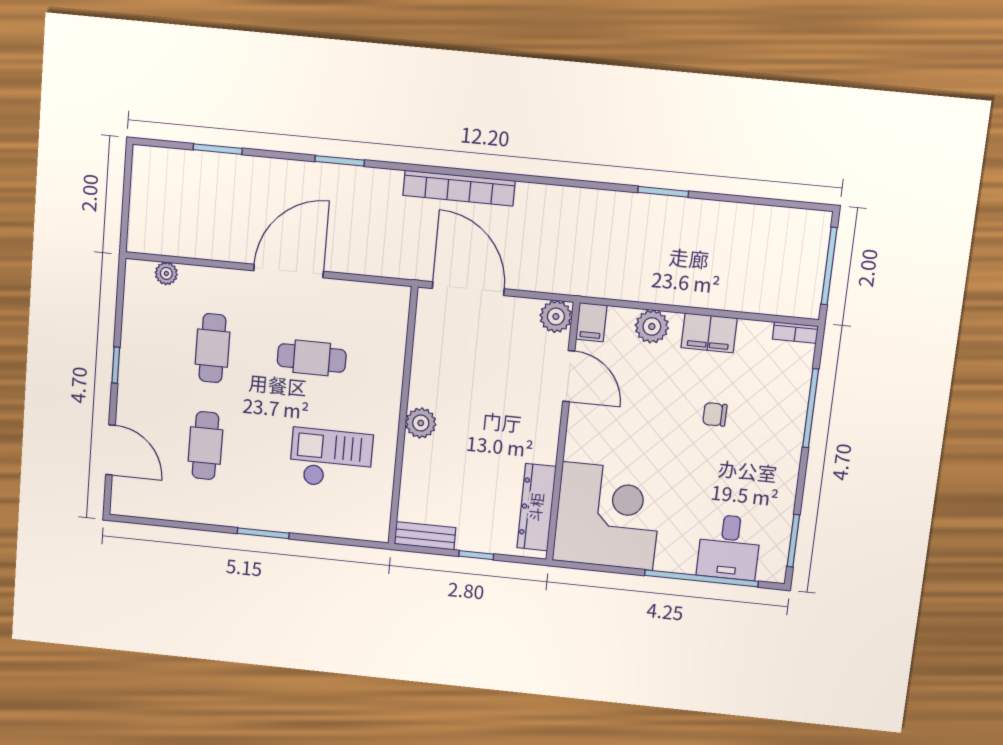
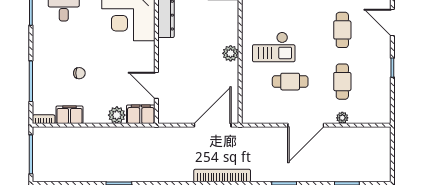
plant: (166, 273) -> (342, 118), moved
door: (468, 289) -> (213, 125), swing flipped
plant: (556, 316) -> (166, 115), removed
filing cabinet: (591, 322) -> (141, 114), width x2.00
filing cabinet: (709, 333) -> (69, 115), moved
checkout: (331, 459) -> (274, 47), moved

